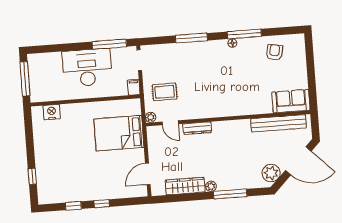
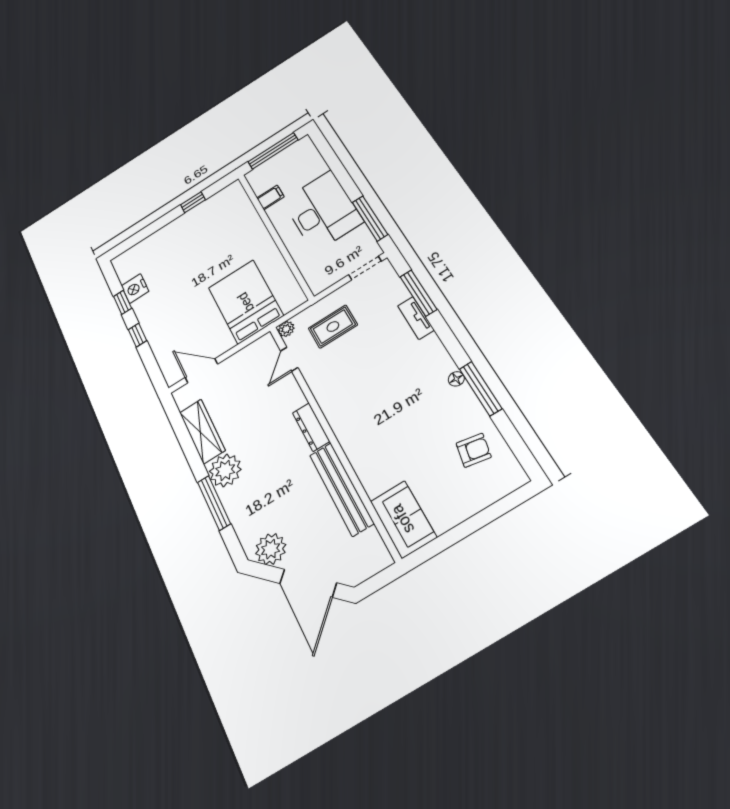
window: (191, 38) -> (418, 293), moved
tv unit: (186, 47) -> (416, 318), added
filing cabinet: (134, 87) -> (270, 197), moved
rug: (165, 92) -> (333, 327), turned 90
nightstand: (52, 112) -> (135, 289), moved, turned 180
bench: (279, 123) -> (341, 489), moved
dresser: (197, 128) -> (311, 427), moved
window: (32, 176) -> (193, 202), moved
plant: (211, 186) -> (225, 470), width x1.87, depth x1.87

